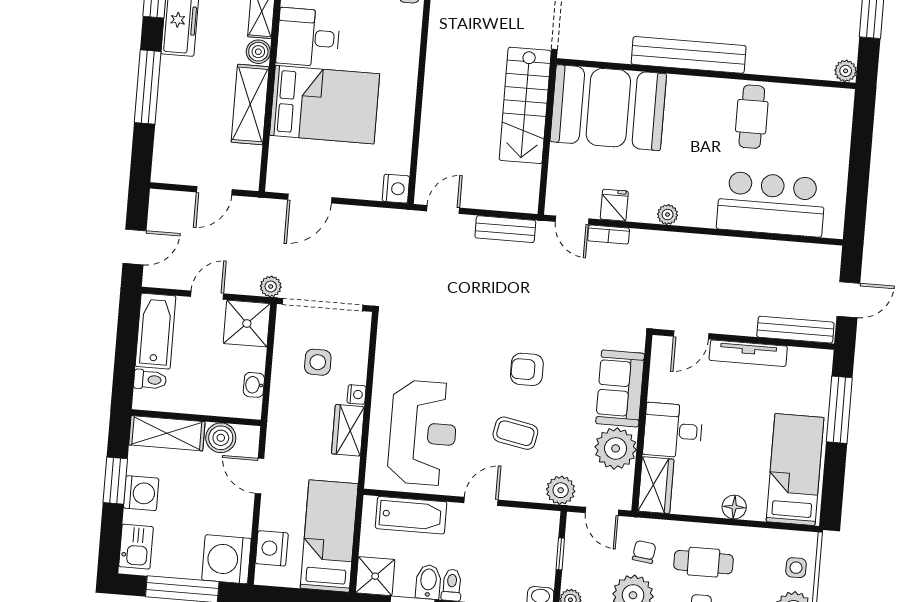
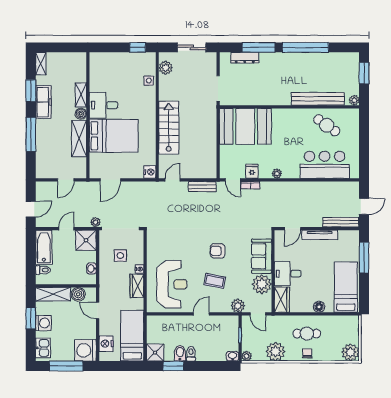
bench: (689, 55) -> (318, 99), moved
stairs: (525, 105) -> (169, 128), moved, turned 180
cafe table: (752, 117) -> (327, 125), moved, turned -55
bathtub: (411, 515) -> (169, 323), removed
chair: (644, 552) -> (279, 331), removed
side table: (796, 568) -> (350, 333), removed

